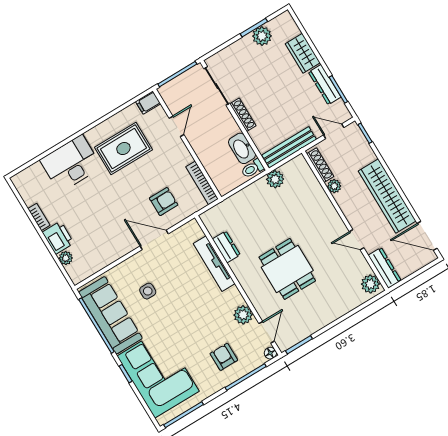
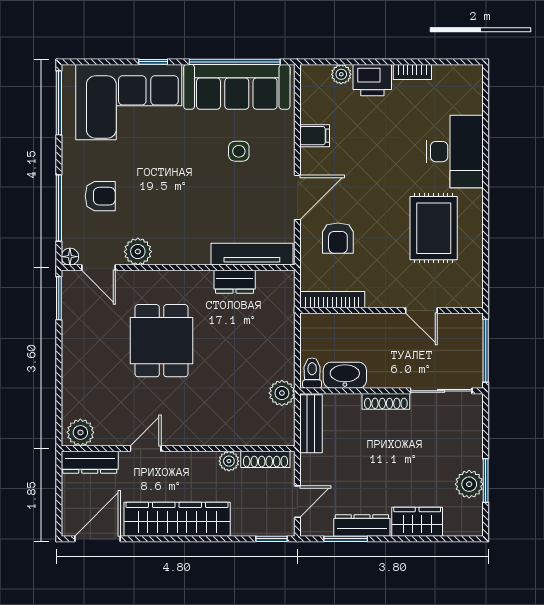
filing cabinet: (148, 103) -> (315, 136), moved, turned 90
bench: (289, 147) -> (311, 424), width x0.73
tv unit: (214, 264) -> (252, 254), moved
dining table: (287, 269) -> (162, 341), turned 90

